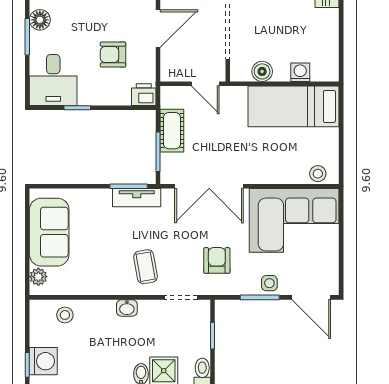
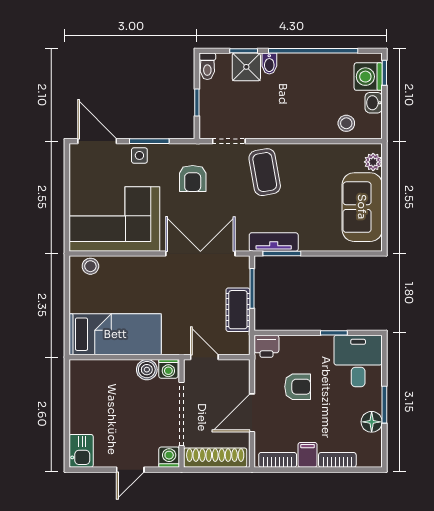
washing machine: (300, 72) -> (168, 369), moved
coffee table: (146, 267) -> (265, 172), width x1.36, depth x1.30
washbasin: (127, 308) -> (374, 103), moved, turned -90

